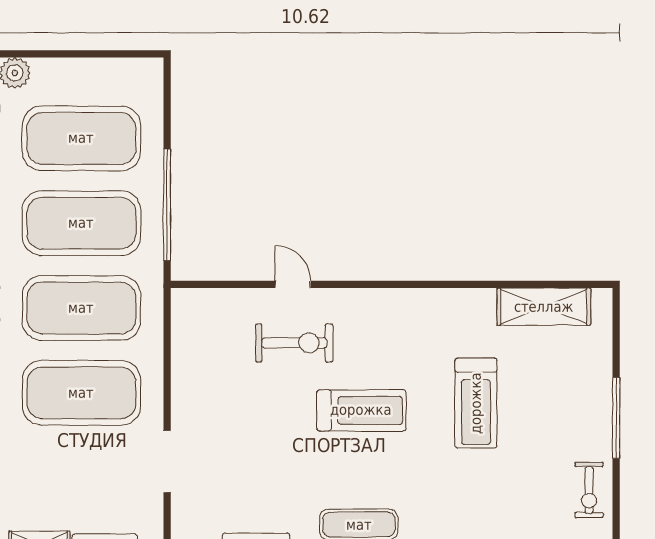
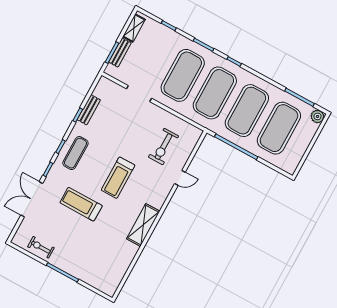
shelving: (544, 307) -> (143, 225), moved
exercise bike: (294, 343) -> (164, 147), moved
treadmill: (476, 403) -> (81, 204), moved

